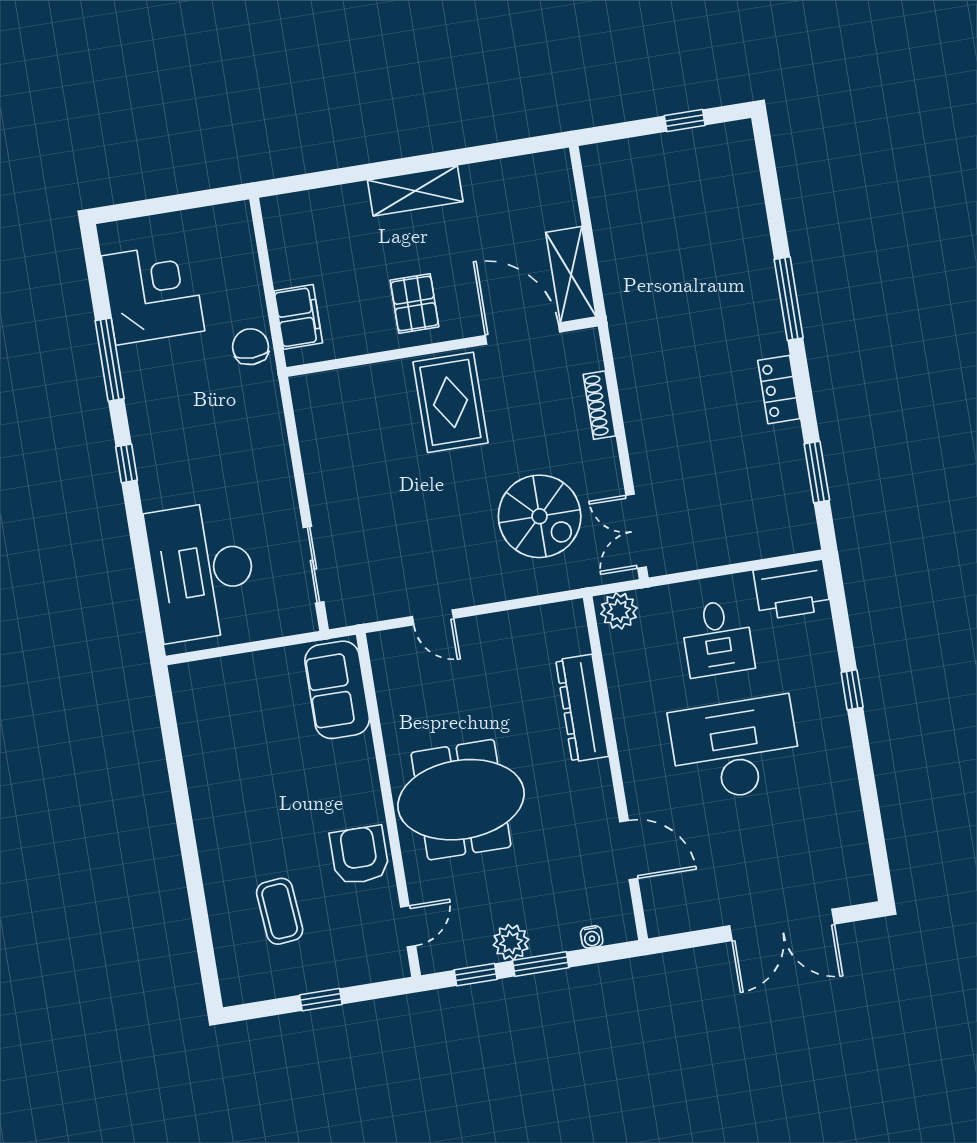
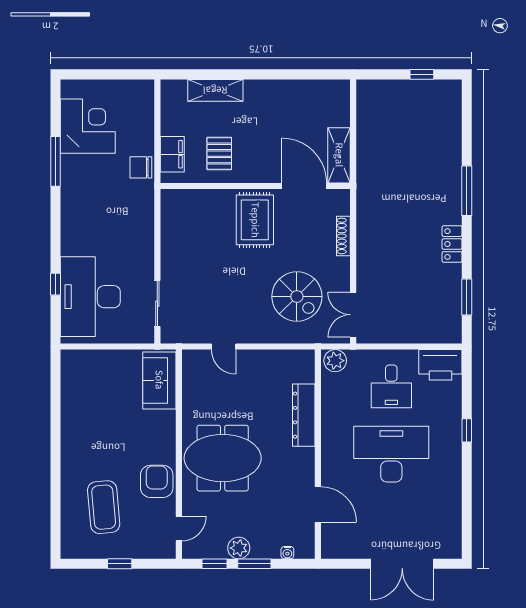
shelving: (415, 191) -> (215, 90), moved
pallet: (414, 303) -> (219, 154), moved
chair: (251, 347) -> (141, 167), turned -90
window: (126, 463) -> (56, 284), moved
coffee table: (280, 911) -> (104, 507), width x1.36, depth x1.32

